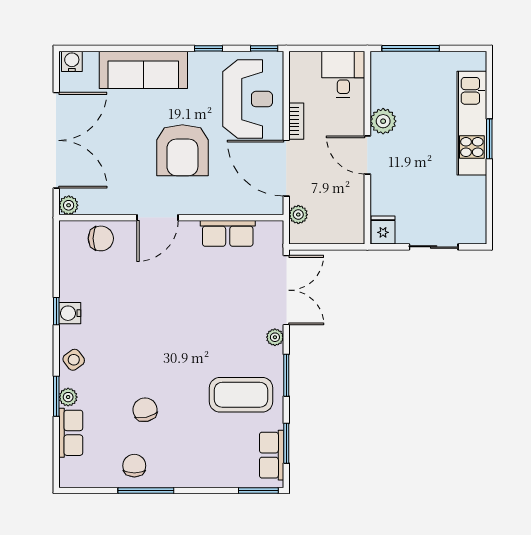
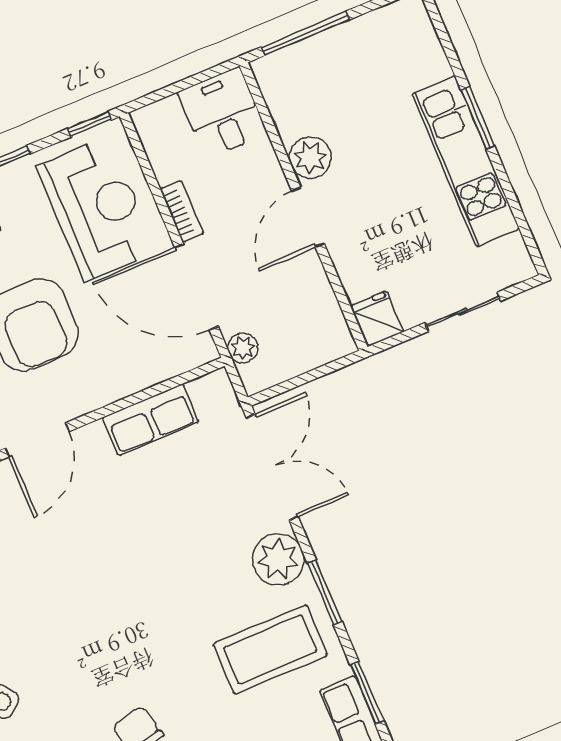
kitchen unit: (472, 123) -> (466, 161), moved
door: (367, 155) -> (308, 217), hinge flipped
plant: (275, 337) -> (278, 559), width x1.87, depth x1.87

